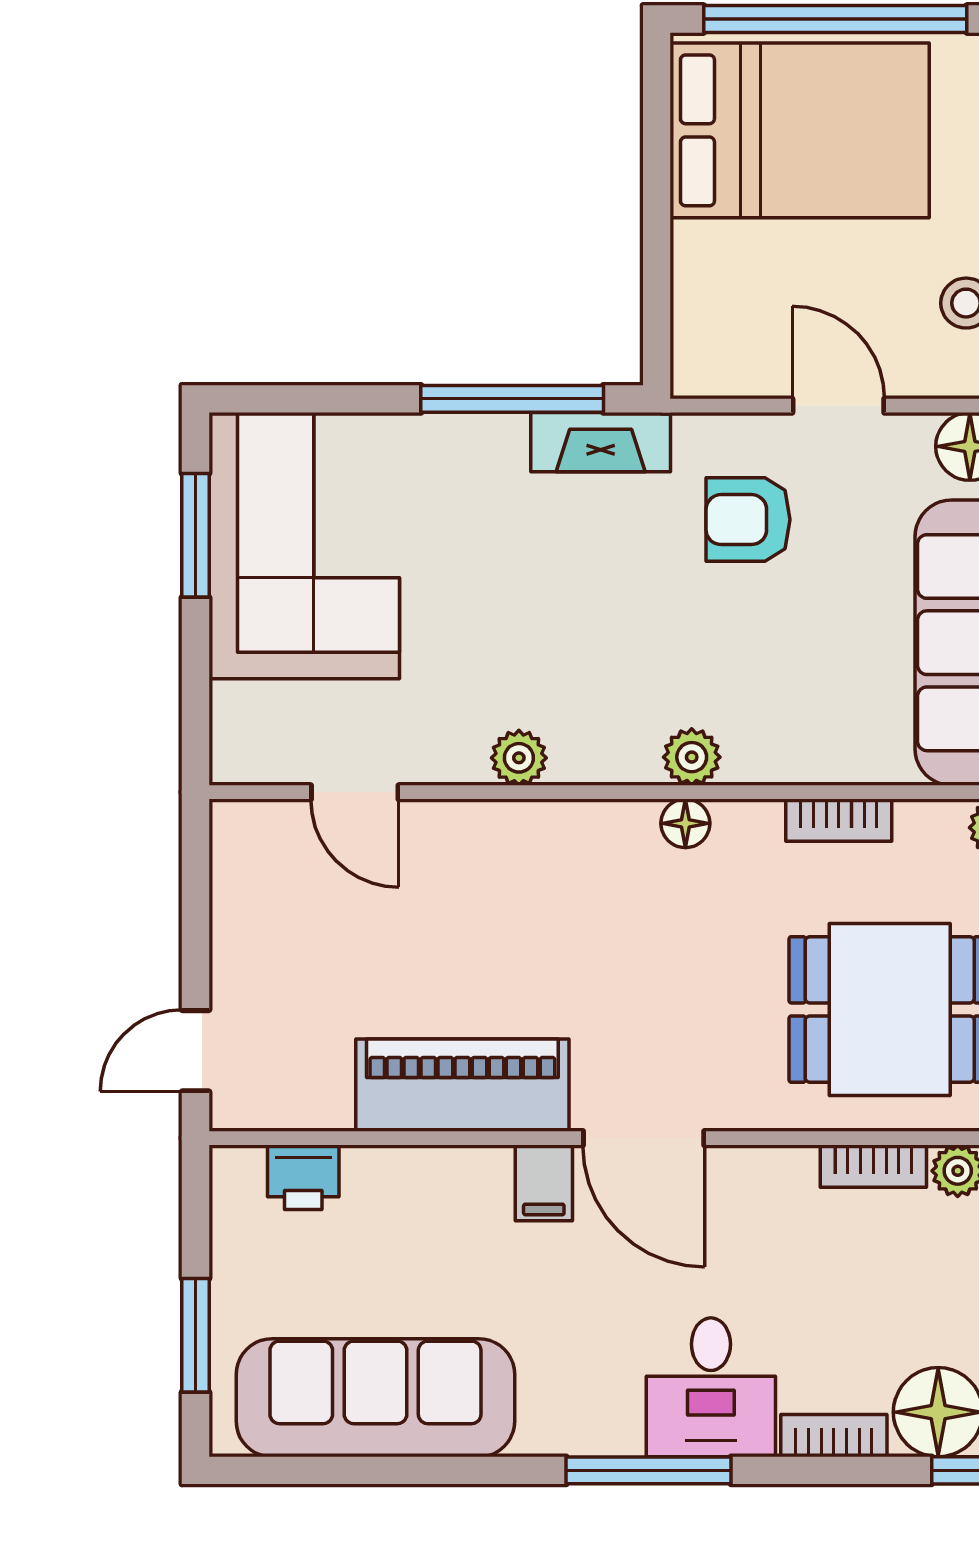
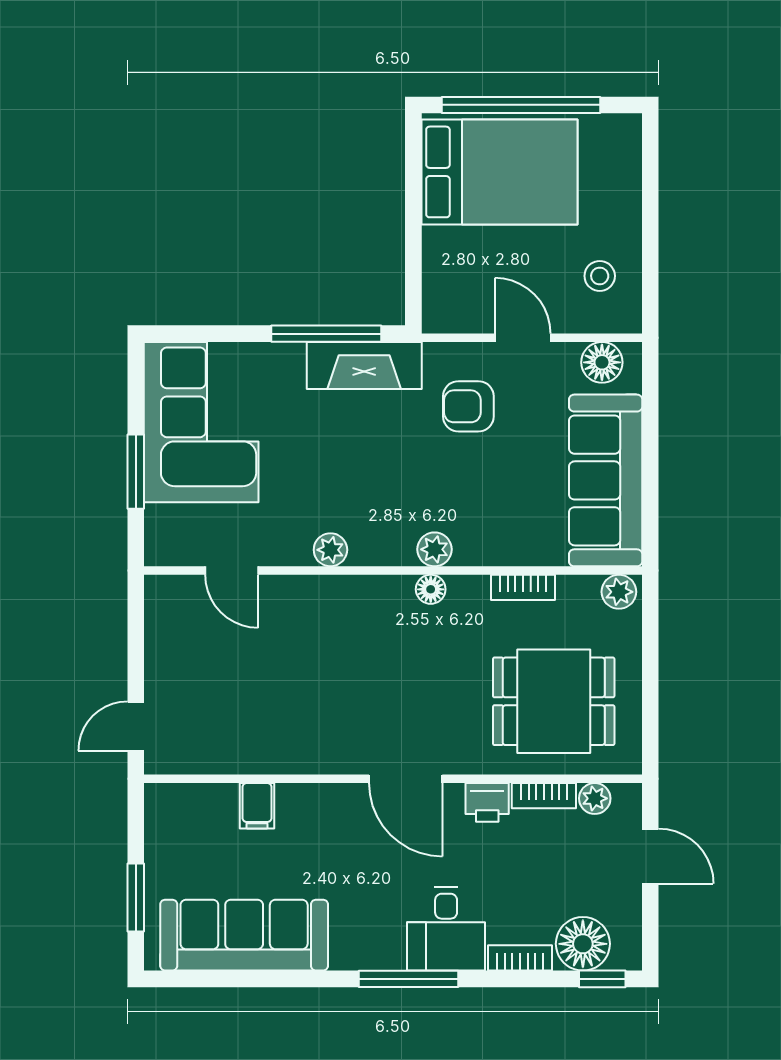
fireplace: (601, 442) -> (364, 365), width x1.37, depth x1.32
window: (195, 535) -> (136, 472), moved
piano: (462, 1085) -> (296, 747), removed
printer: (303, 1177) -> (487, 802), moved
filing cabinet: (544, 1183) -> (257, 806), moved

